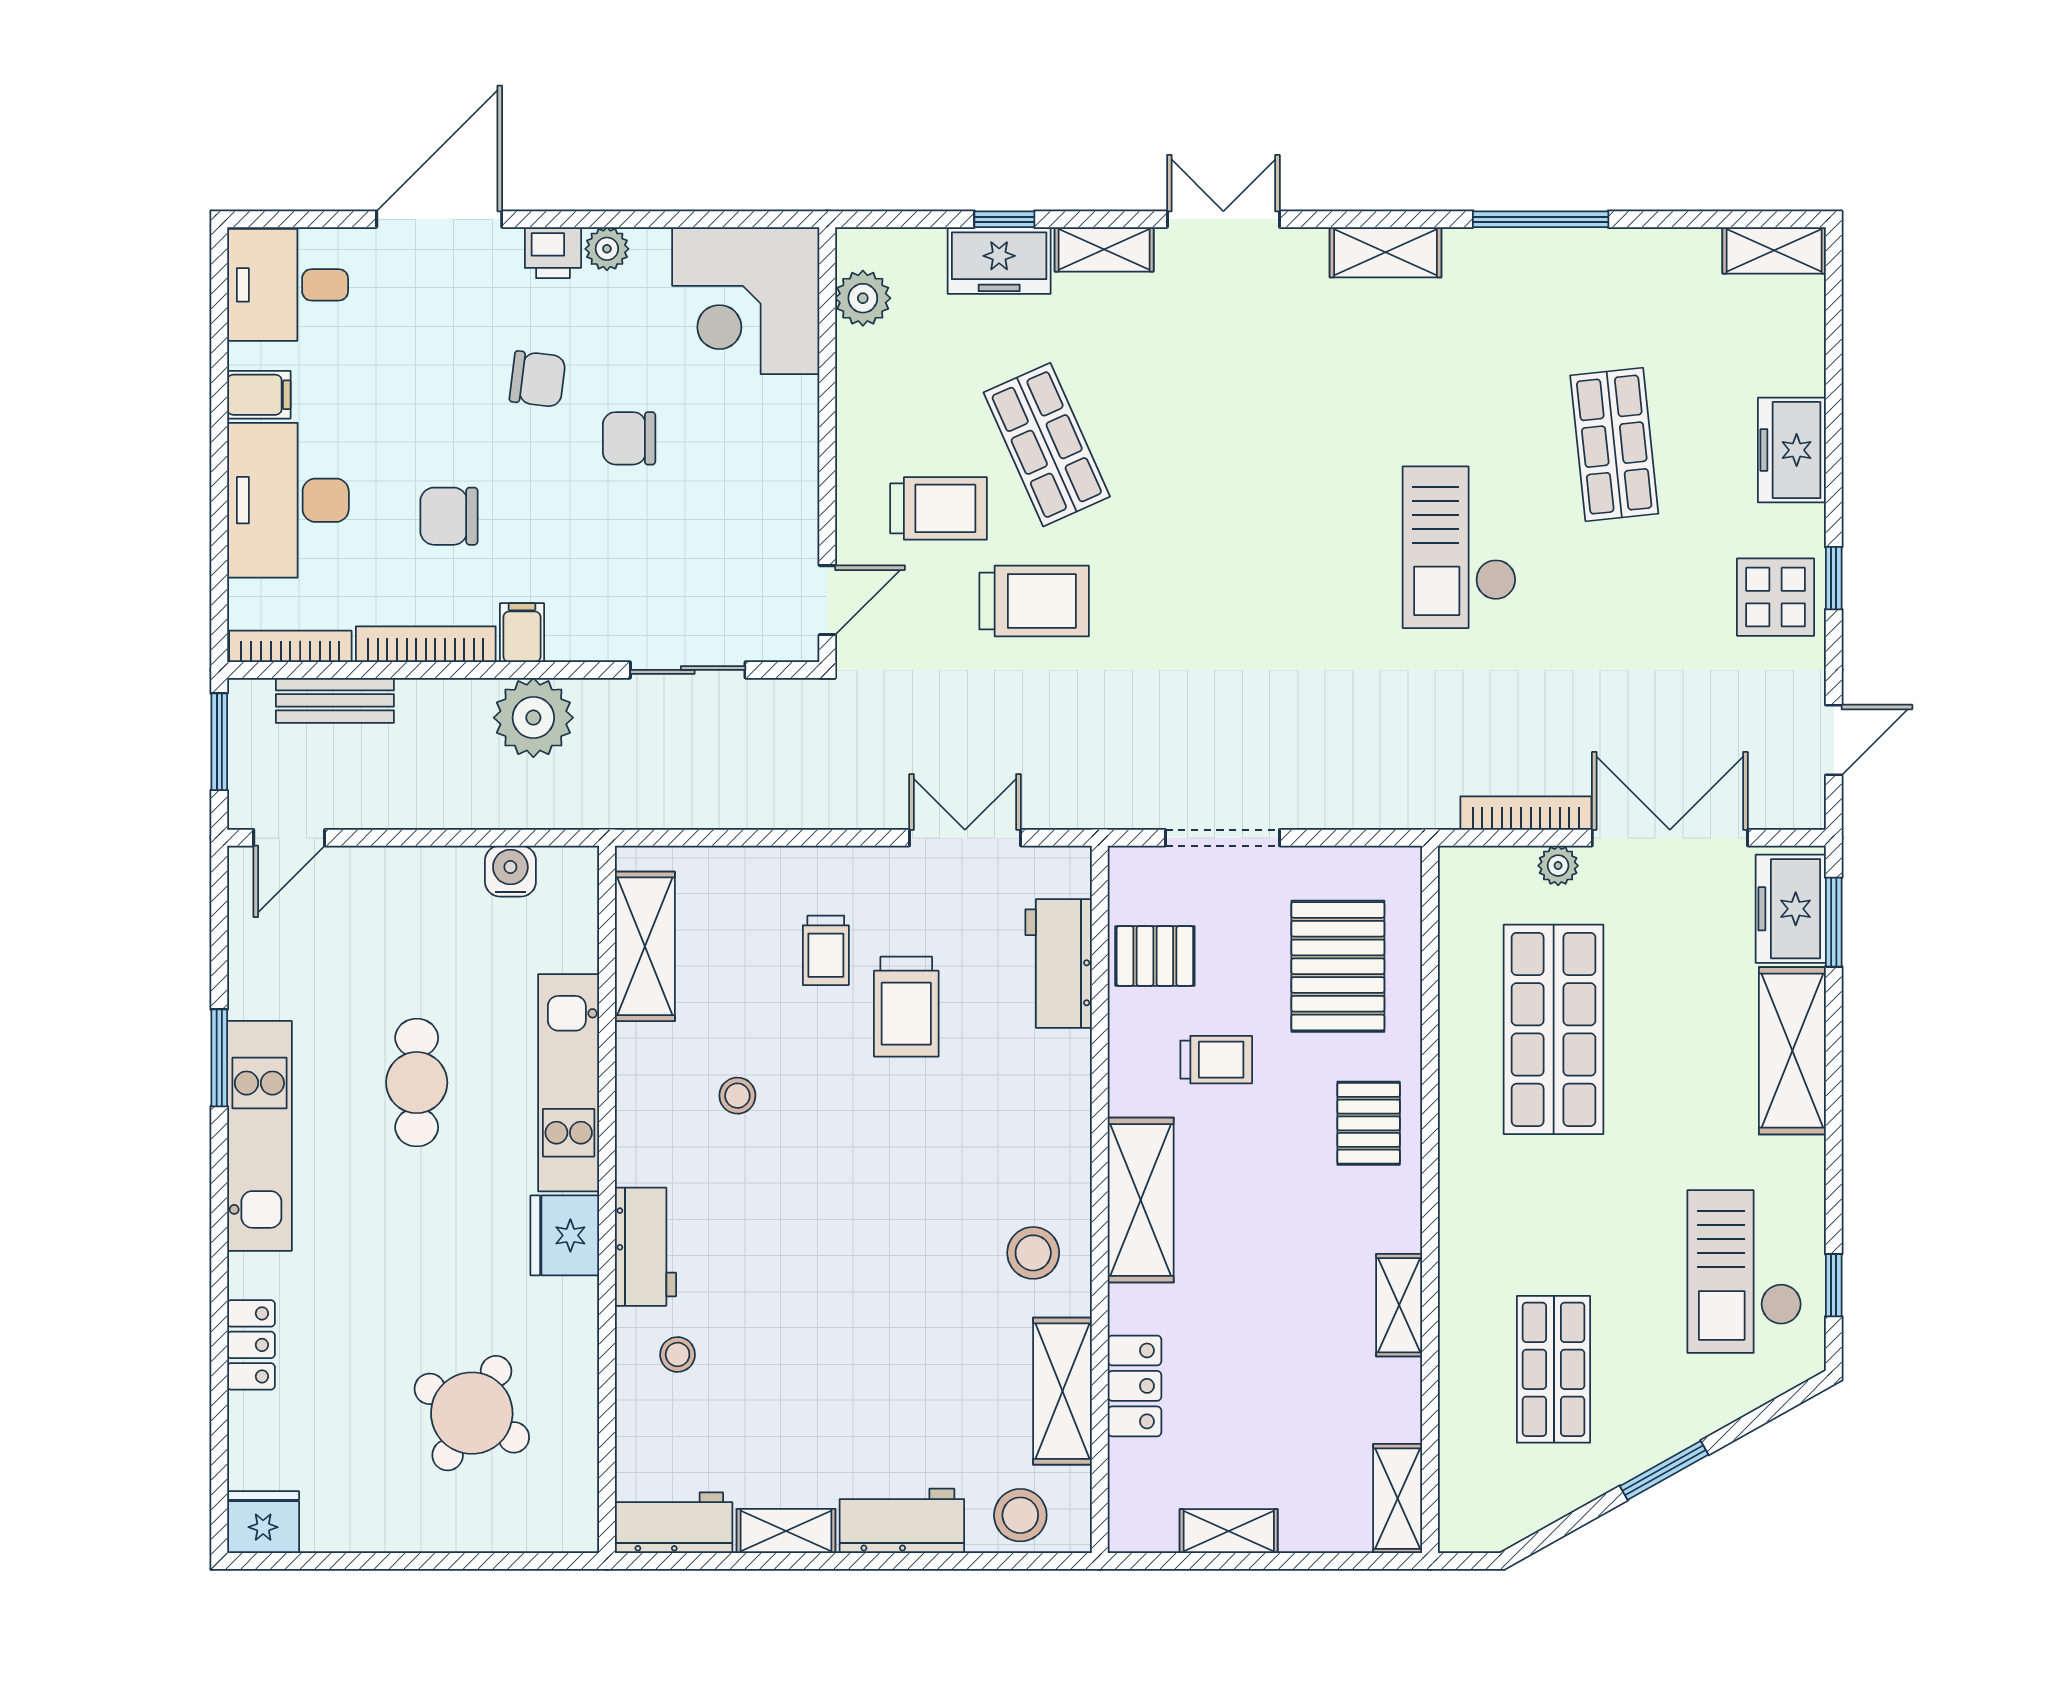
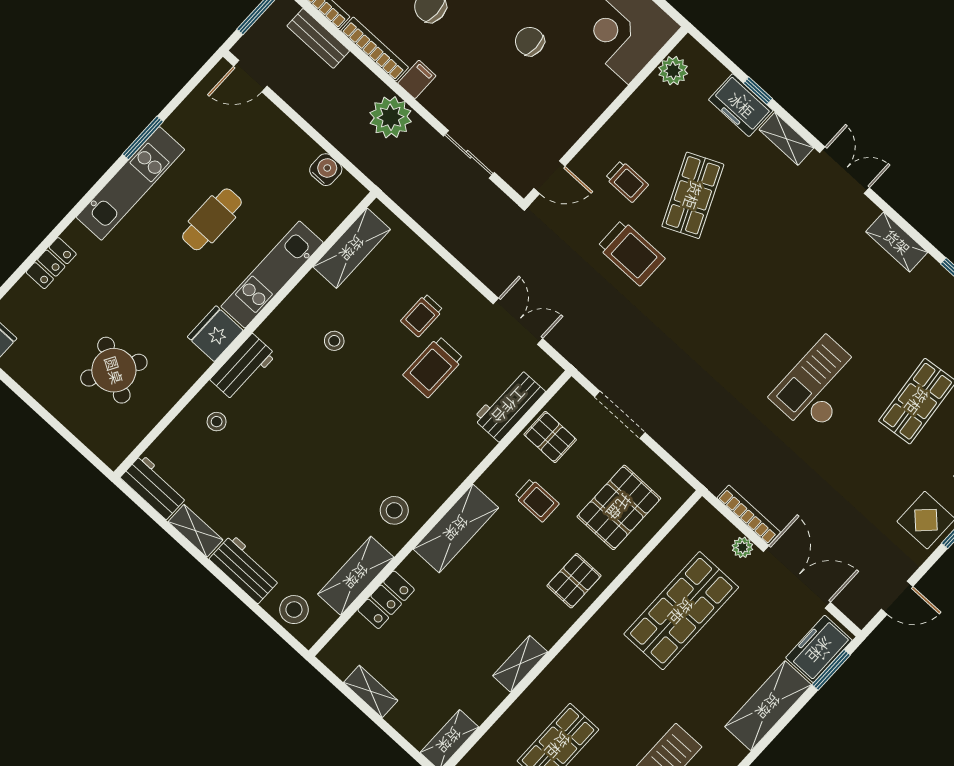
trolley: (939, 508) -> (627, 181), width x0.73, depth x0.72

